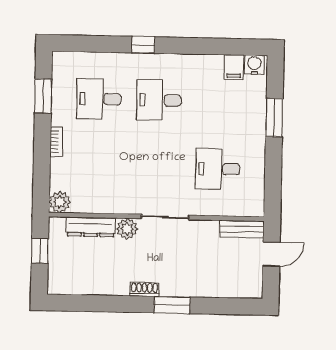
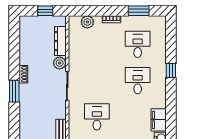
filing cabinet: (234, 67) -> (159, 120), width x2.00
plant: (60, 202) -> (87, 22), moved

